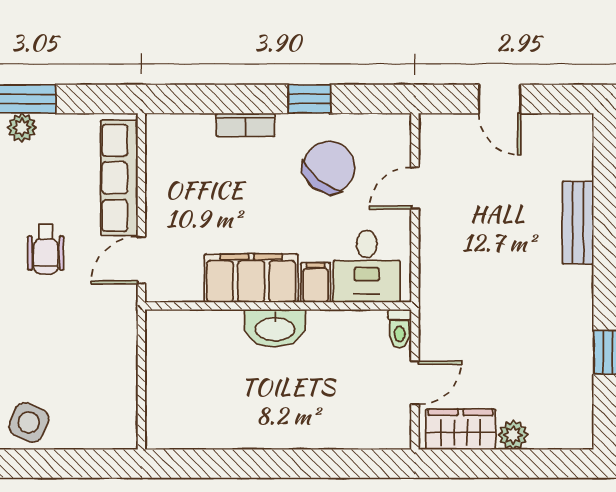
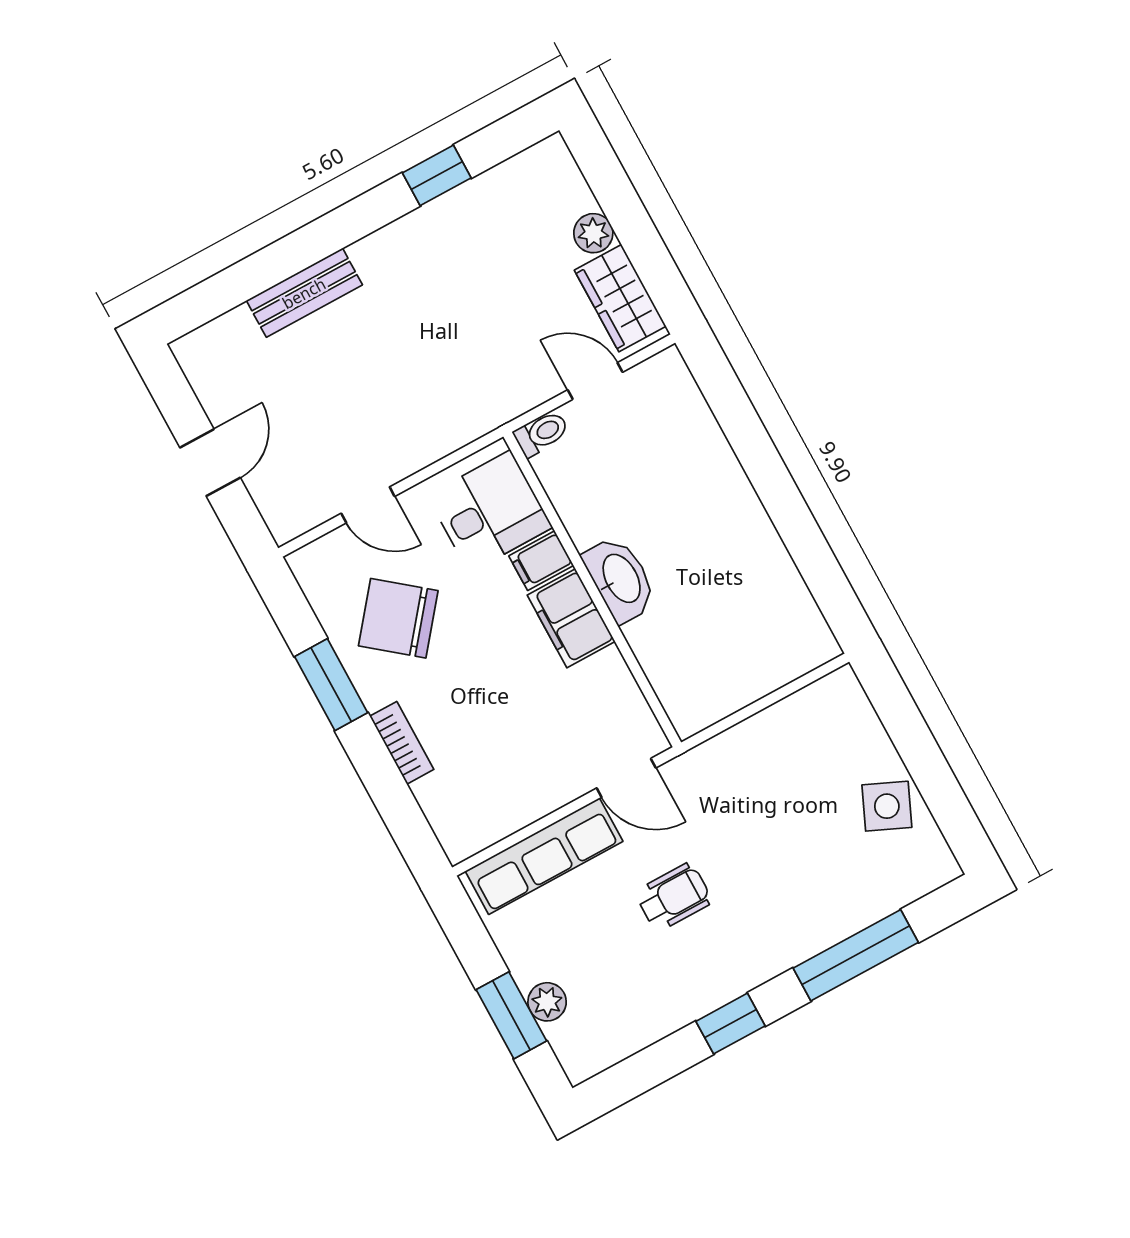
window: (309, 99) -> (331, 685), width x1.50
filing cabinet: (251, 278) -> (571, 618), width x0.67, depth x0.86

